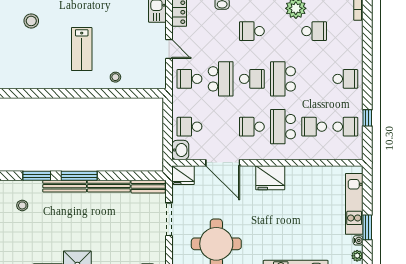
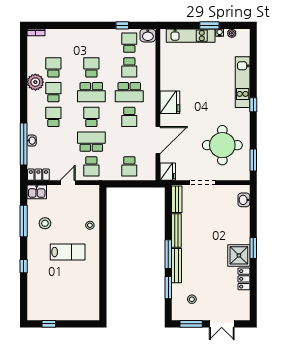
stool: (31, 21) -> (45, 223), moved
school desk: (252, 31) -> (53, 117), turned 180
school desk: (283, 31) -> (53, 92), added
school desk: (345, 79) -> (91, 67), moved
washbasin: (180, 150) -> (148, 35), moved, turned 180

